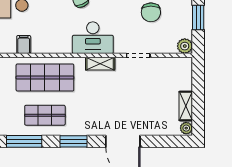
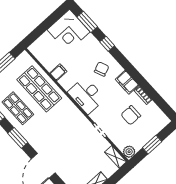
filing cabinet: (24, 45) -> (58, 72), moved
shelving: (100, 64) -> (116, 157), moved

